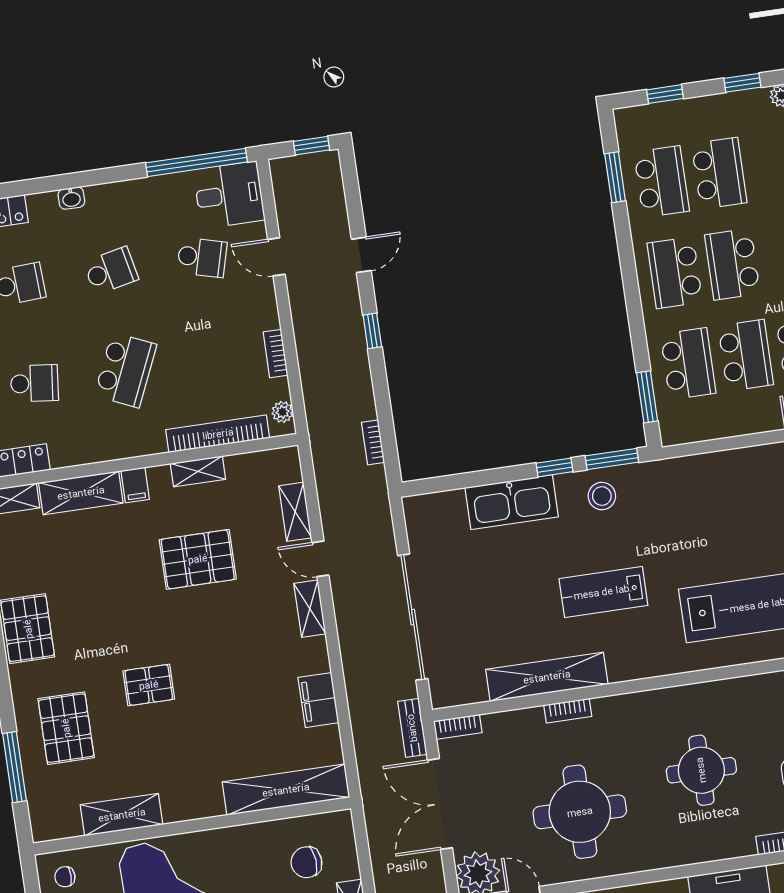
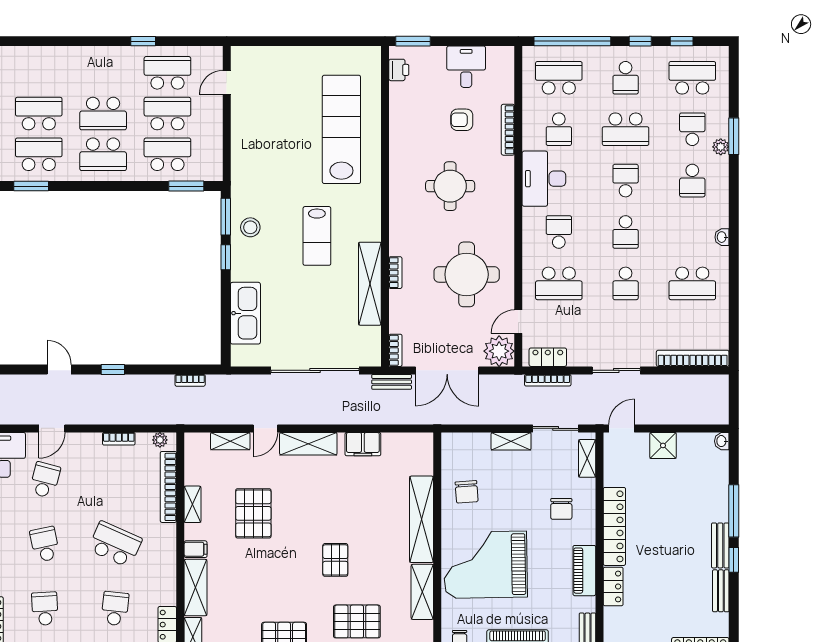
kitchen sink: (512, 502) -> (245, 313), moved
shelving: (310, 609) -> (308, 444), width x1.50, depth x1.33
shelving: (286, 790) -> (422, 519), moved
chair: (306, 862) -> (467, 492), moved

